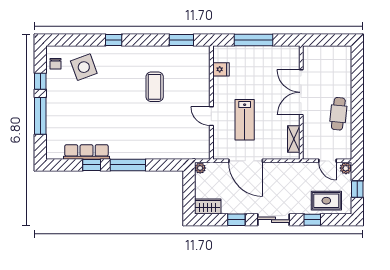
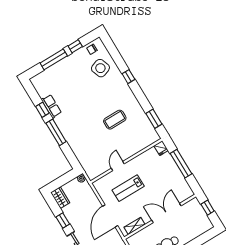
window: (324, 40) -> (208, 208), added
fridge: (221, 69) -> (161, 148), moved
row of seats: (86, 152) -> (51, 106), width x0.68
door: (246, 161) -> (110, 216), moved

